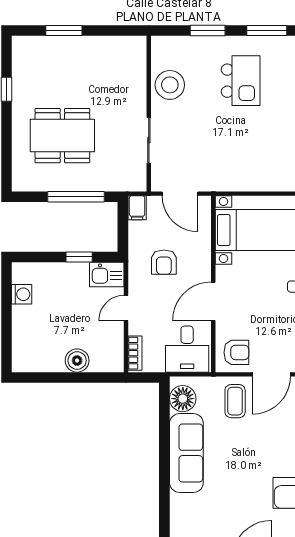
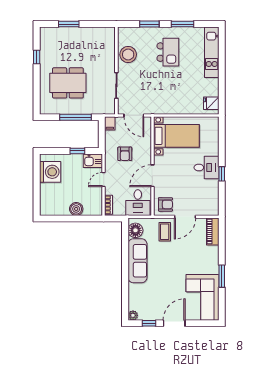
washing machine: (22, 294) -> (50, 172), width x1.89, depth x1.89

